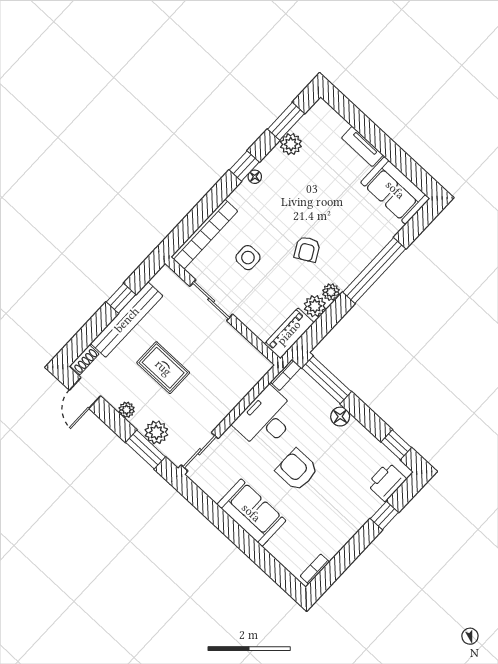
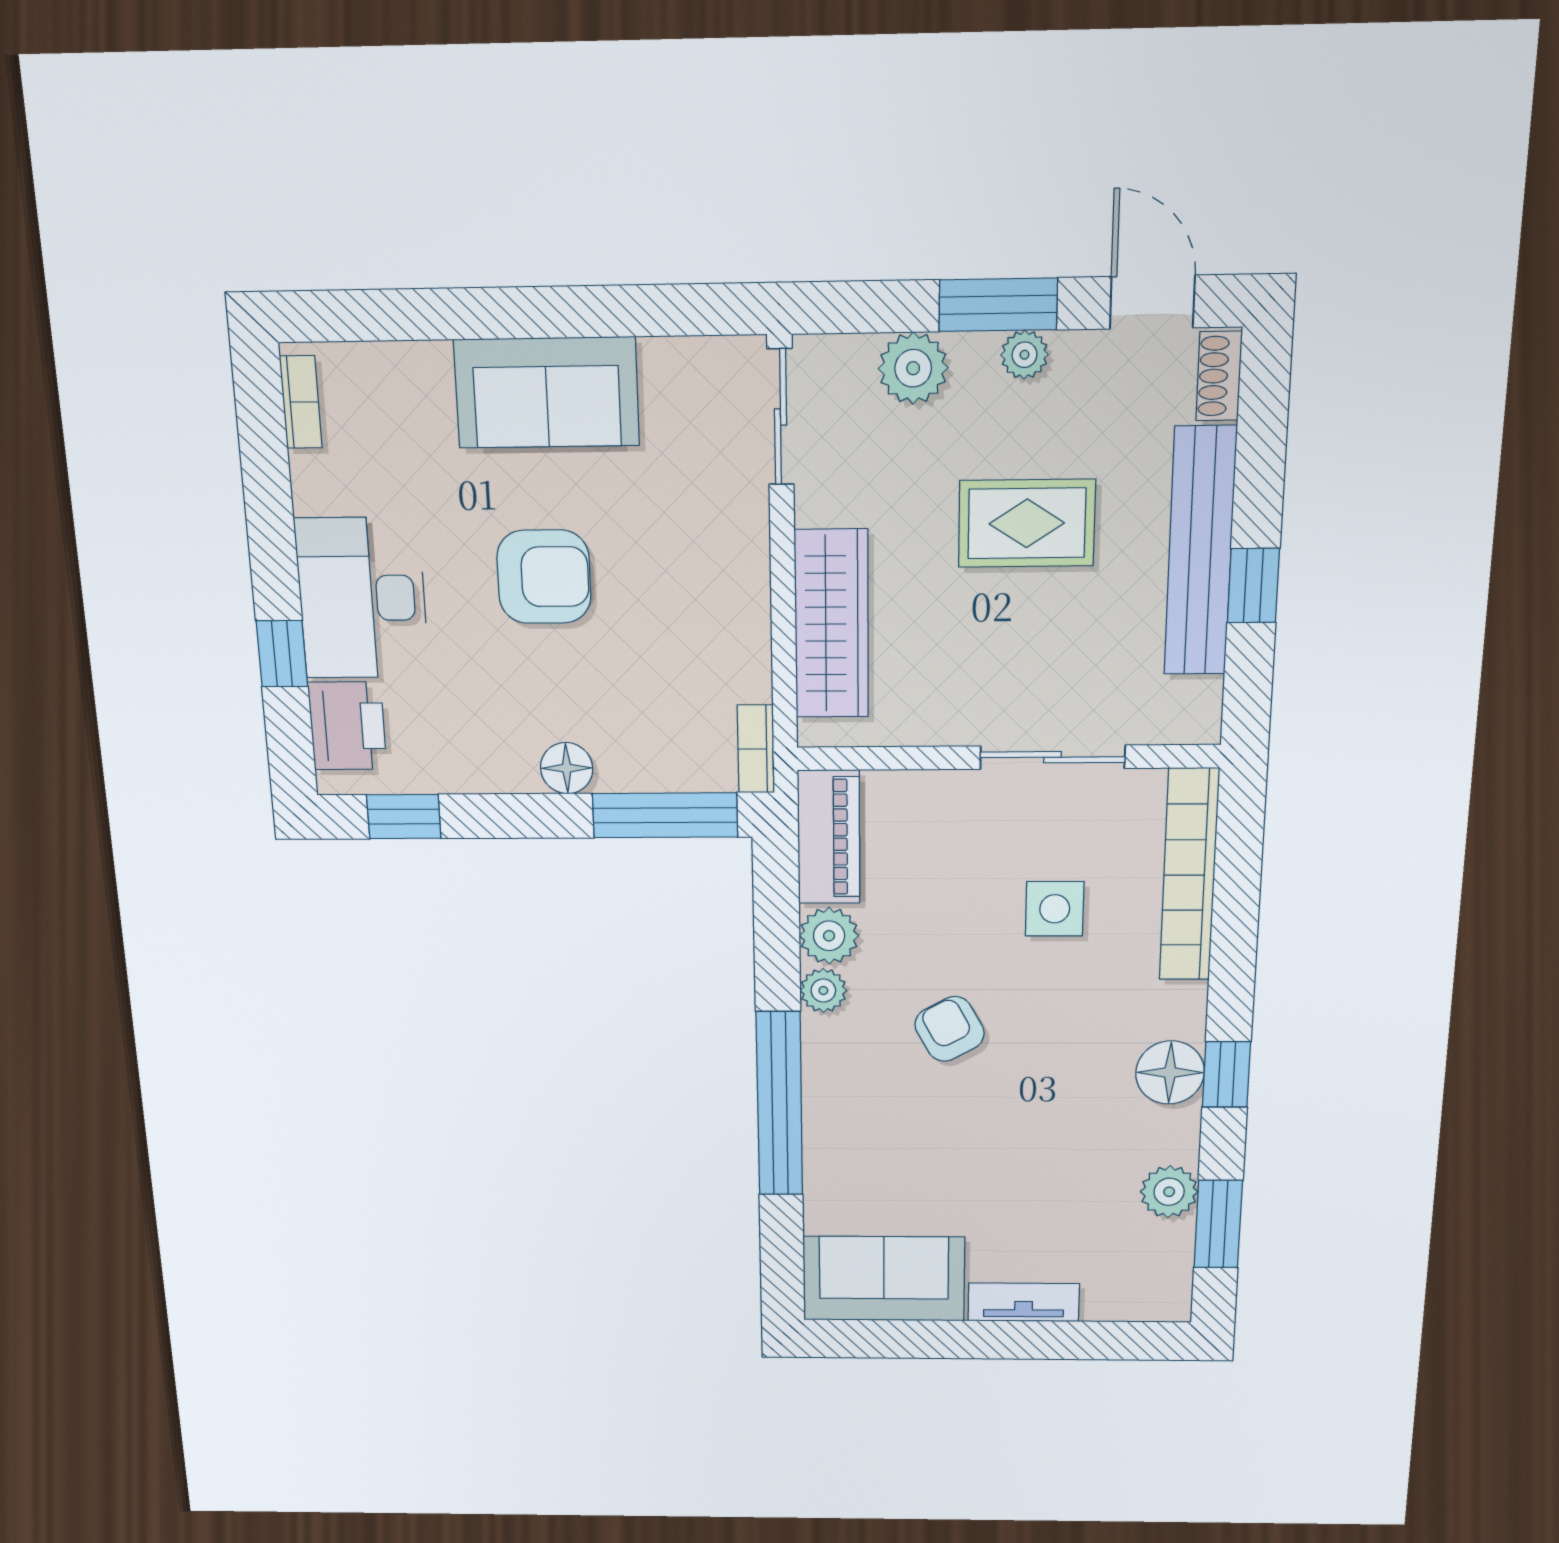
floor lamp: (255, 177) -> (1170, 1073), width x1.89, depth x1.89
wardrobe: (235, 389) -> (832, 624), added
desk: (266, 419) -> (362, 598), moved, turned 180
window: (146, 450) -> (998, 305), moved

